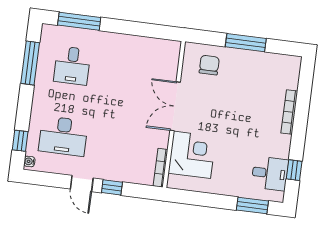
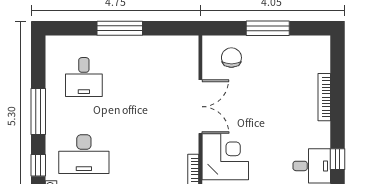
window: (79, 21) -> (120, 28), moved
window: (30, 63) -> (38, 112), moved
double door: (175, 106) -> (200, 107), swing flipped

